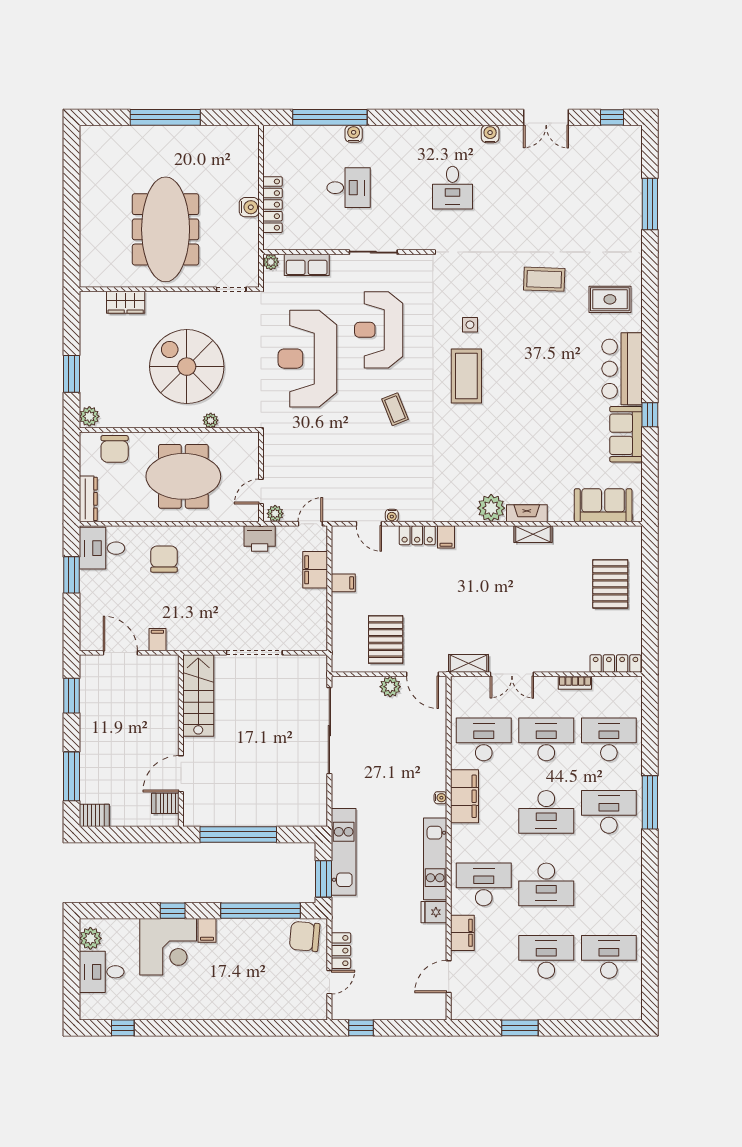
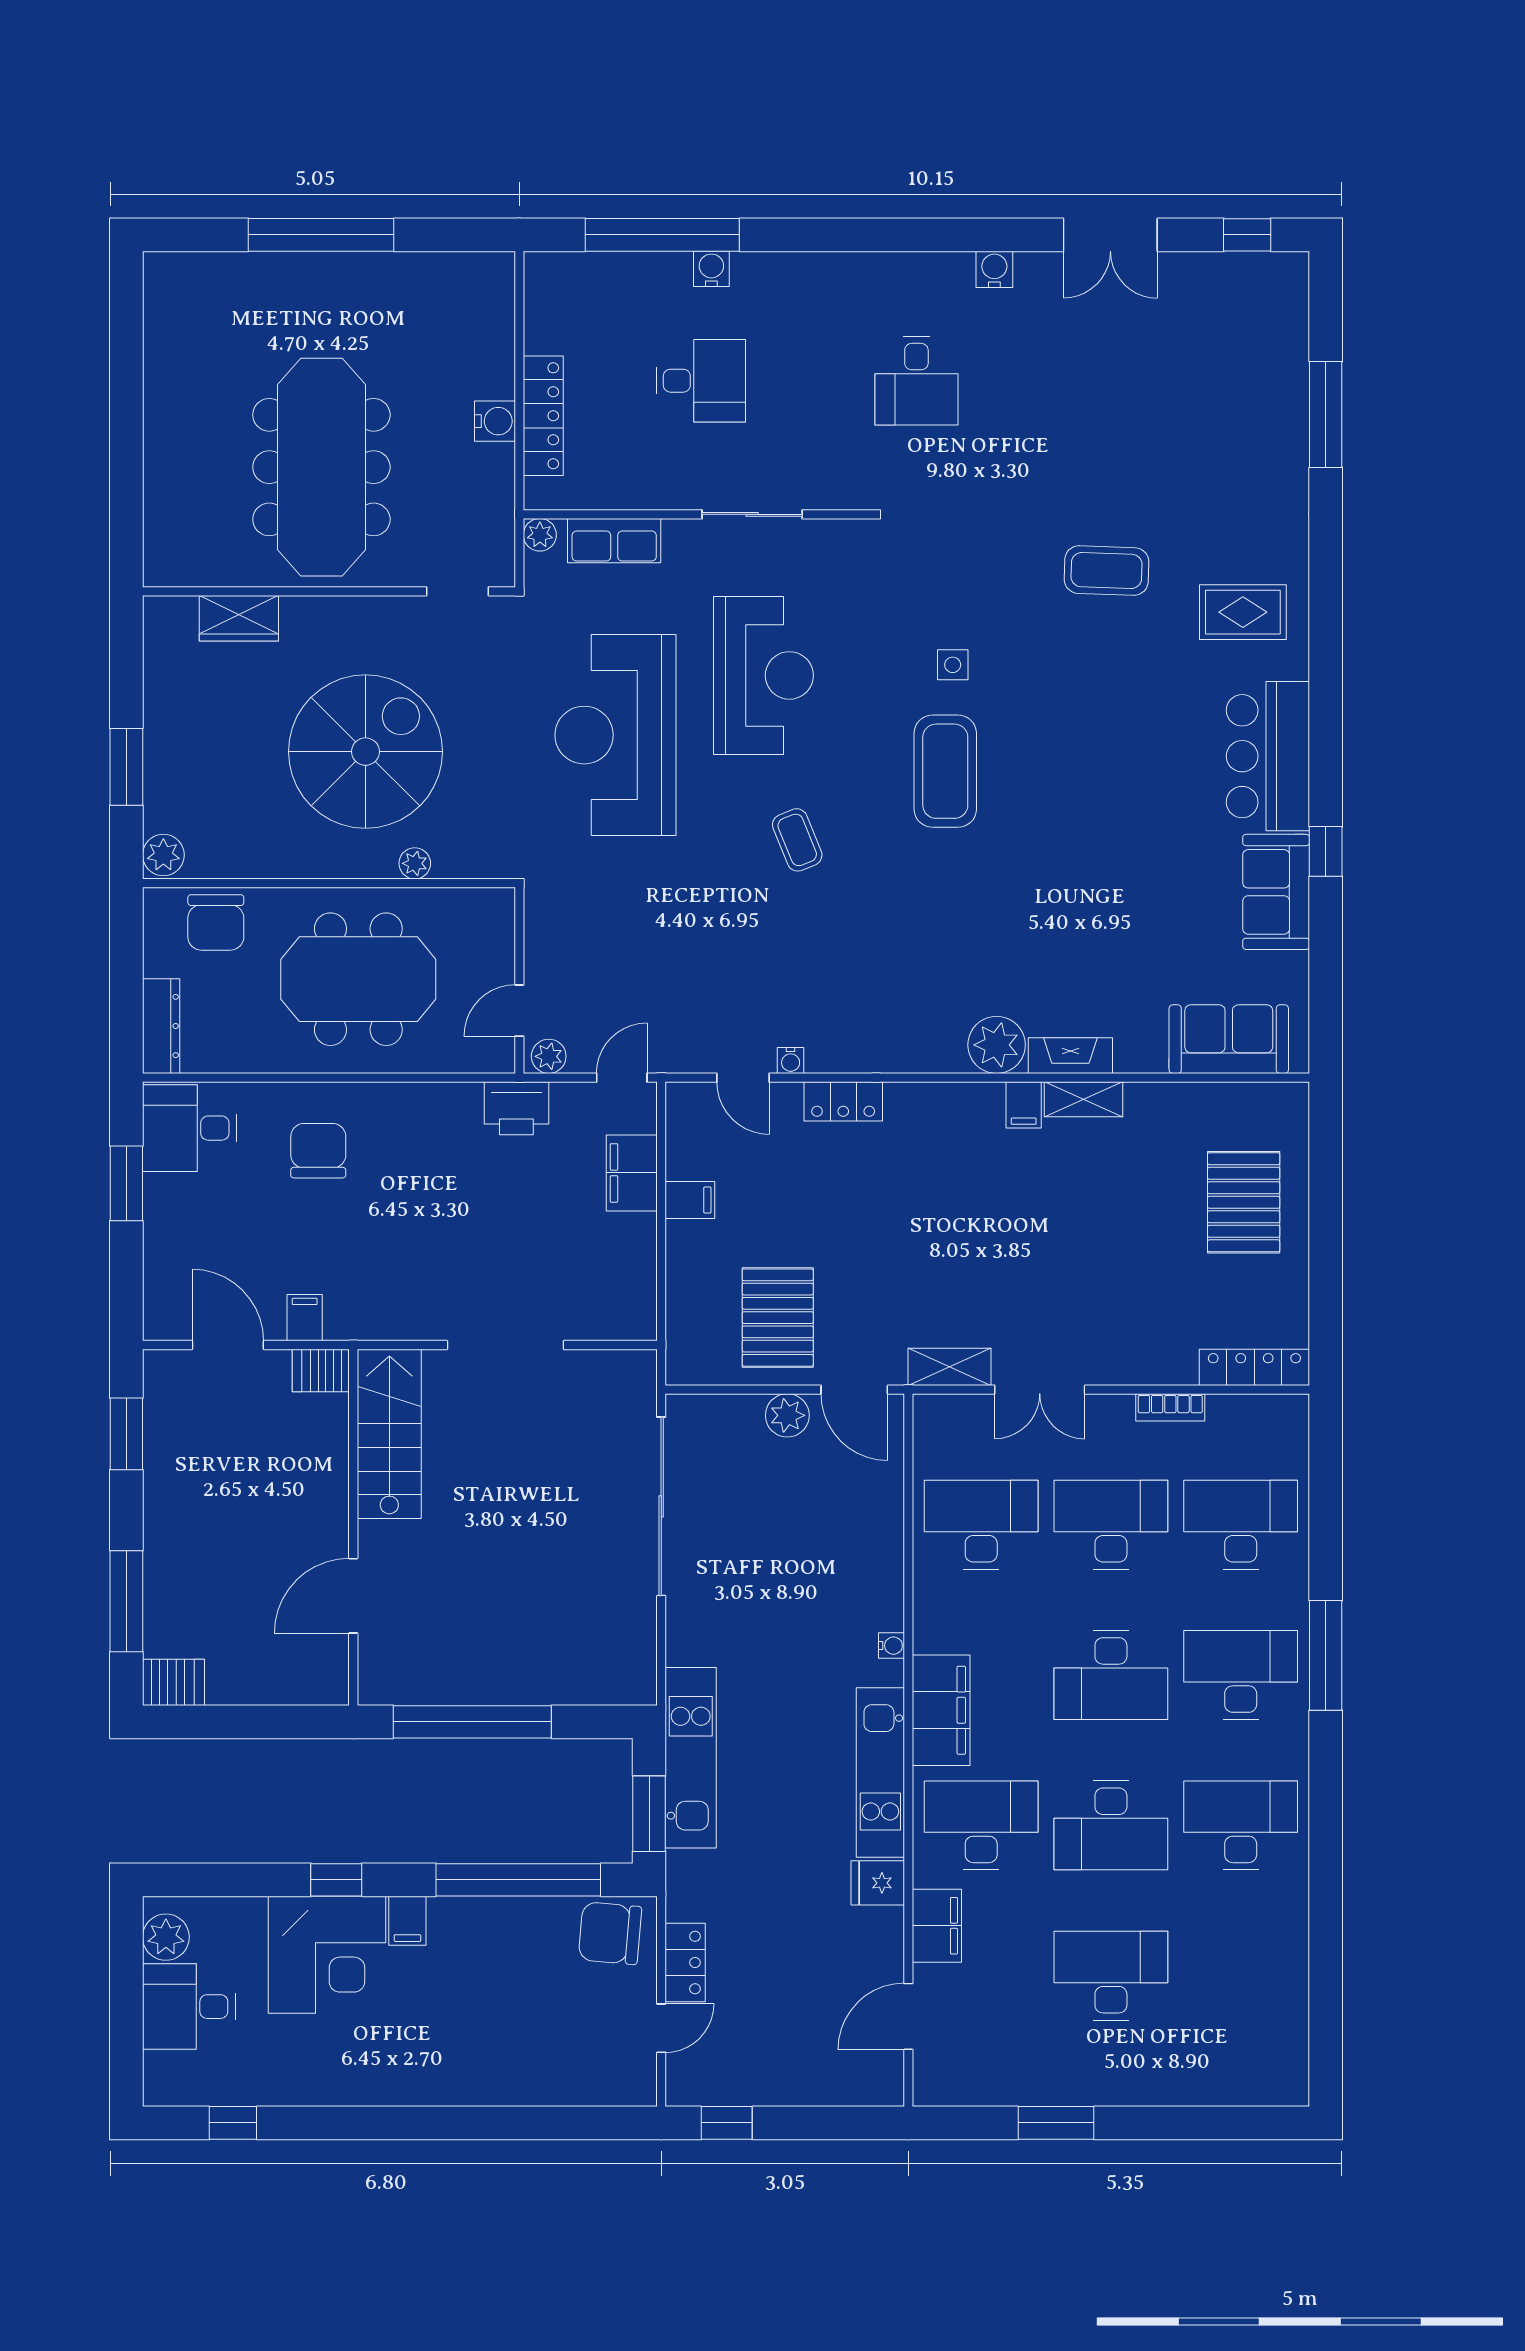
reception desk: (379, 330) -> (763, 675), turned 180
spiral stairs: (187, 367) -> (365, 752), turned 90
filing cabinet: (446, 537) -> (1024, 1105), moved
filing cabinet: (464, 796) -> (941, 1710), moved
server rack: (165, 803) -> (321, 1370), moved
desk: (609, 957) -> (1241, 1825), moved

